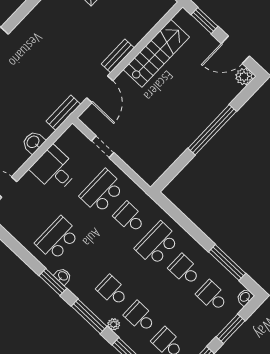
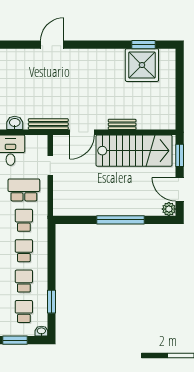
stairs: (156, 53) -> (134, 151), width x1.36, depth x1.51
bench: (118, 56) -> (122, 124), moved
bench: (63, 113) -> (48, 124), width x1.36
school desk: (157, 244) -> (24, 251), width x0.54
window: (227, 263) -> (52, 302), width x0.69

